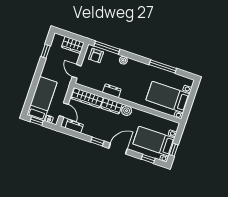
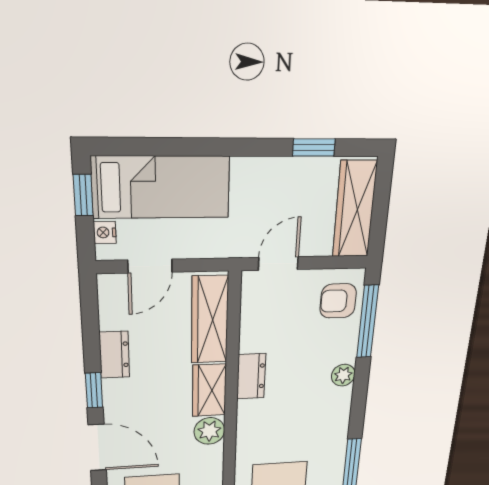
wardrobe: (73, 45) -> (355, 209), width x1.50
dresser: (74, 126) -> (114, 355), moved

